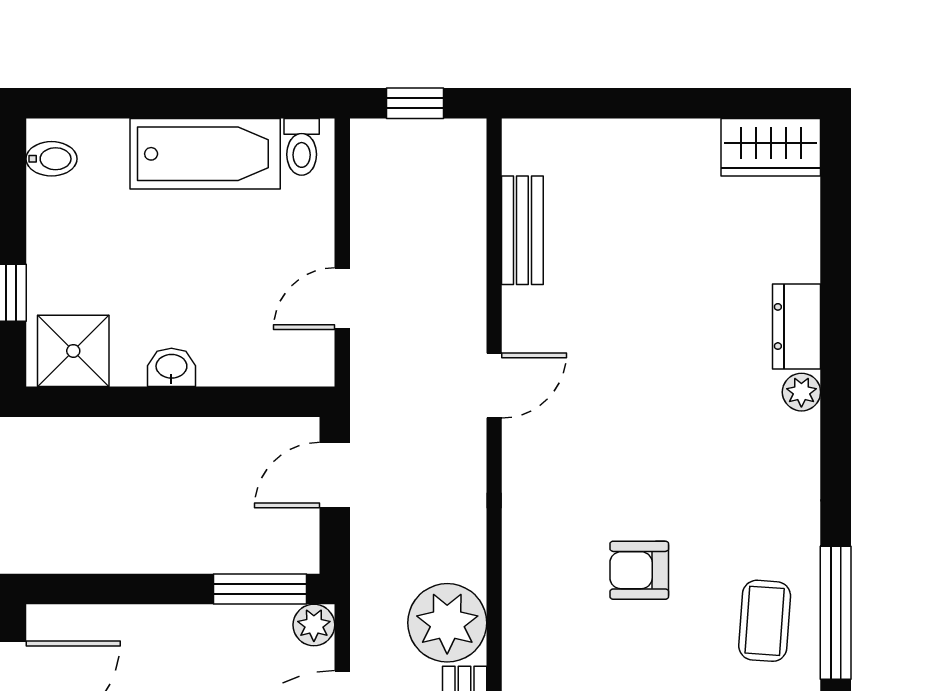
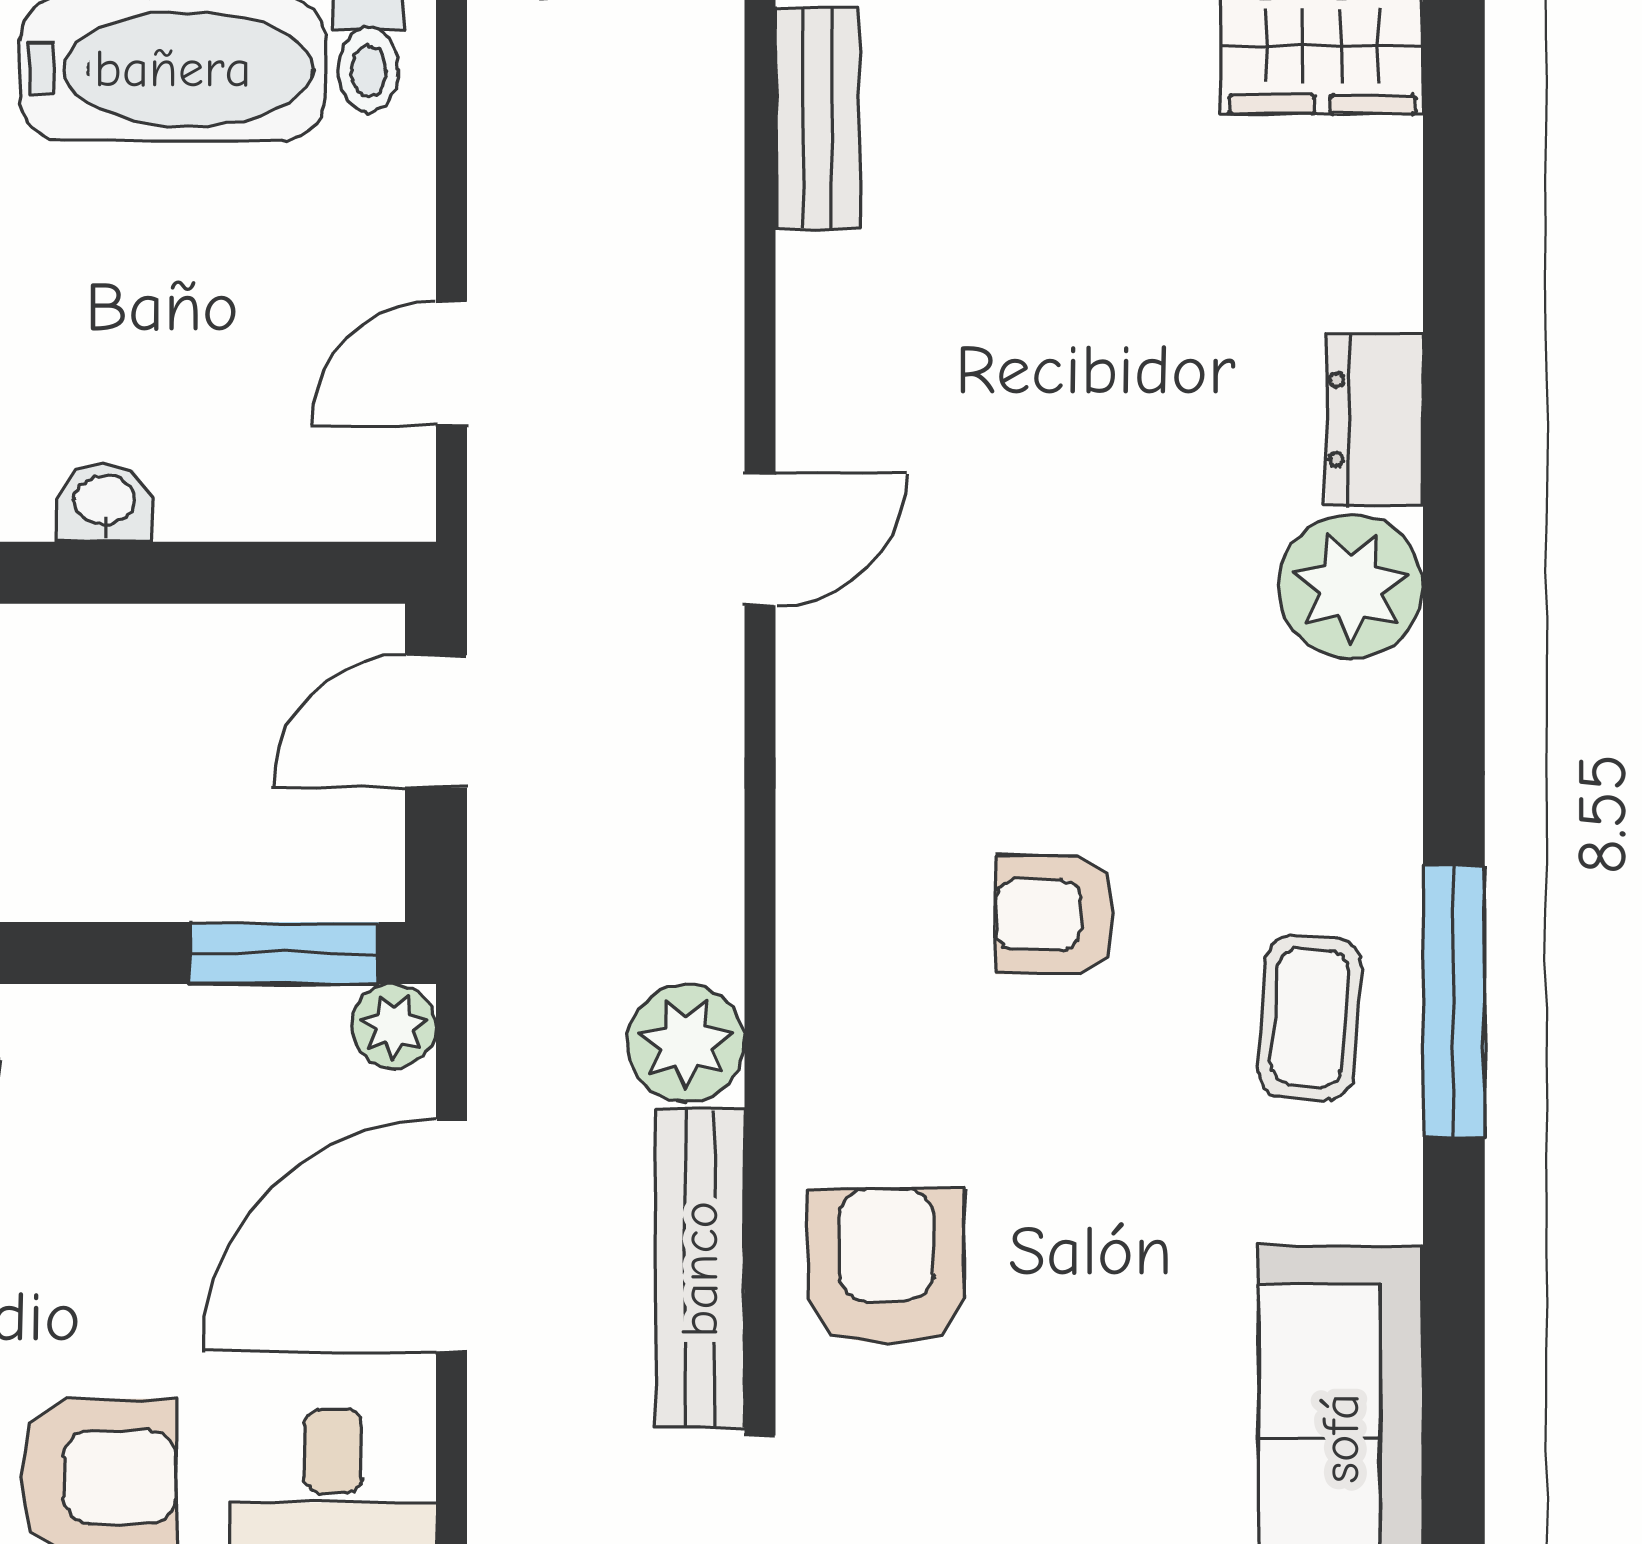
bench: (522, 230) -> (818, 118), moved
plant: (801, 392) -> (1351, 587), width x1.87, depth x1.87
plant: (447, 623) -> (686, 1043), width x0.73, depth x0.73

